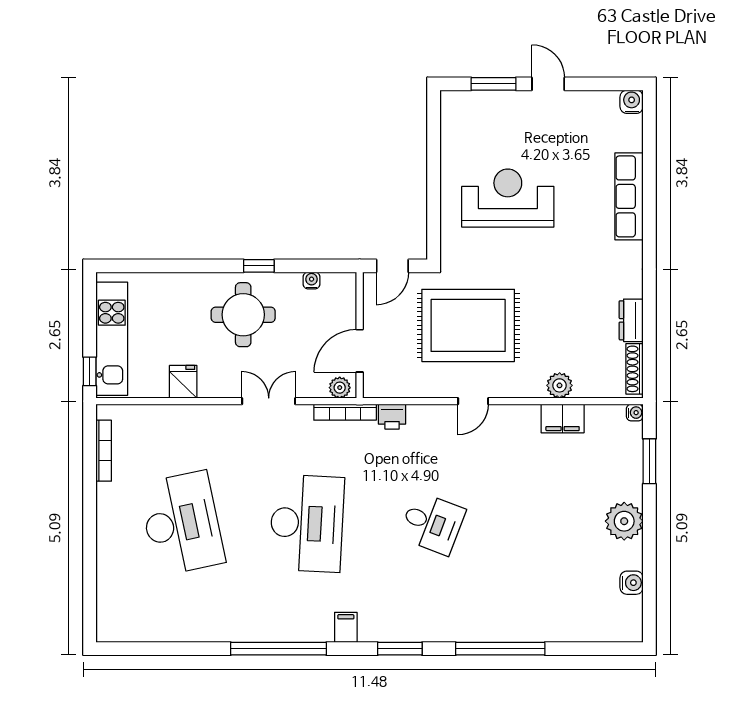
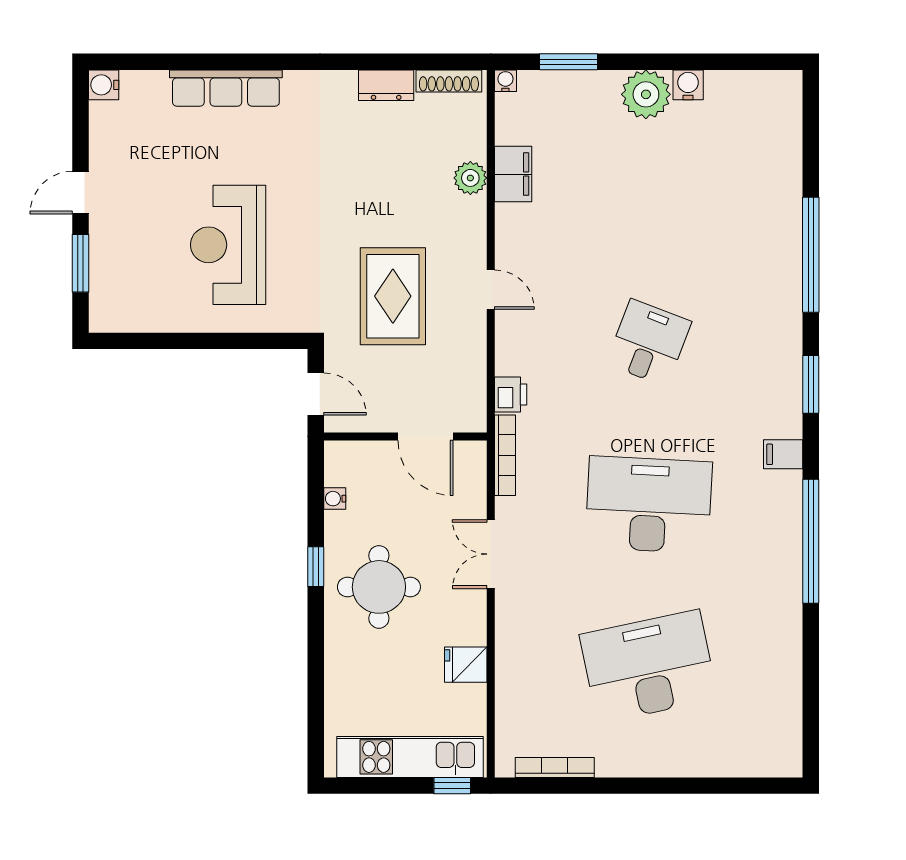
rug: (468, 325) -> (393, 296), width x0.73, depth x0.69
plant: (340, 388) -> (473, 462), removed
water cooler: (632, 583) -> (688, 85), moved

